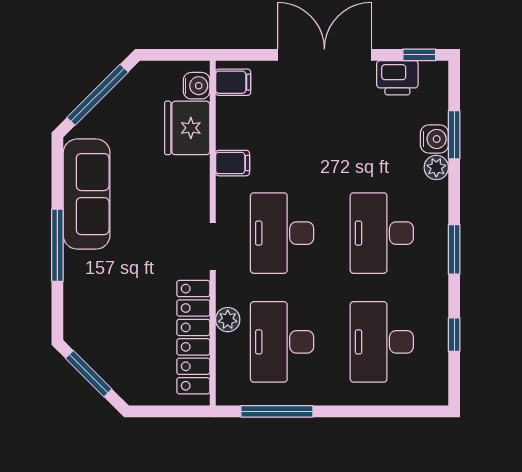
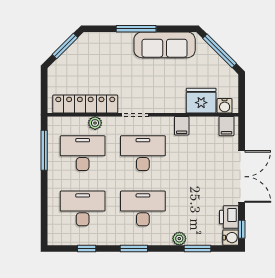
water cooler: (434, 139) -> (231, 238), moved, turned -90

